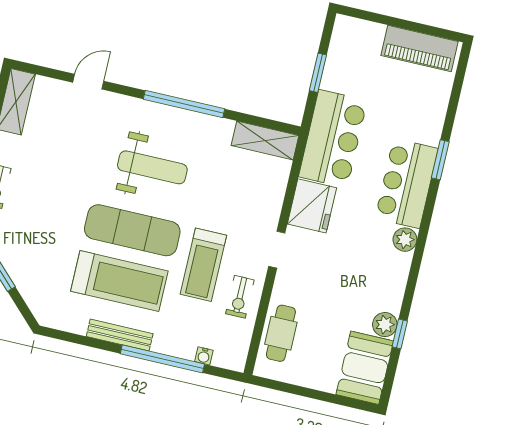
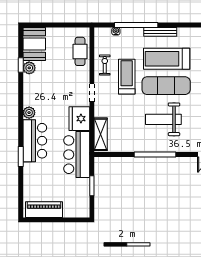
shelving: (265, 141) -> (101, 134), moved, turned 90

